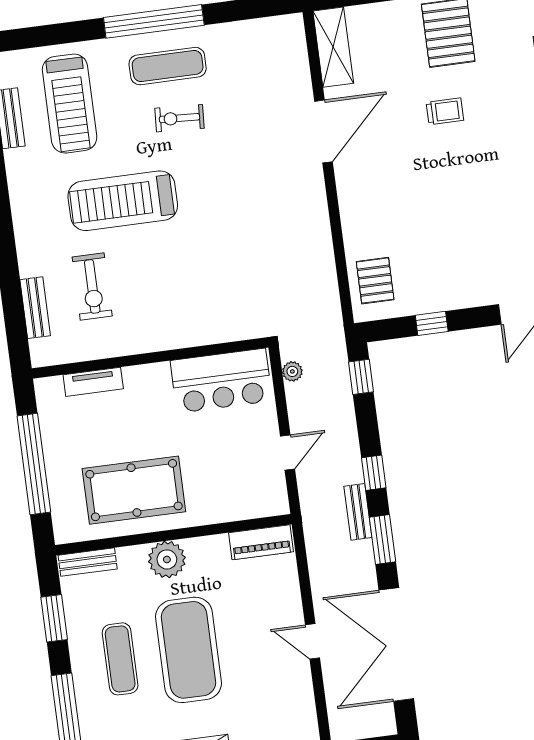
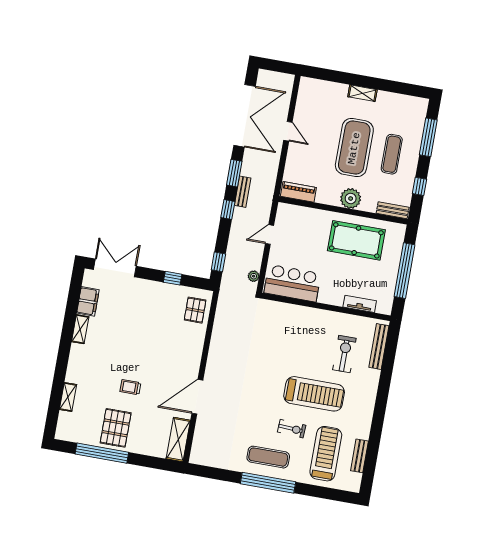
exercise bike: (180, 118) -> (292, 429), moved
bench: (35, 308) -> (379, 347), width x1.36
window: (54, 618) -> (420, 186), width x0.67

